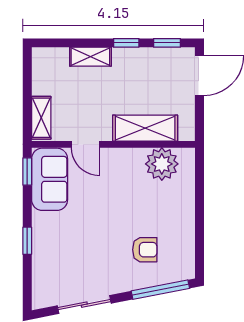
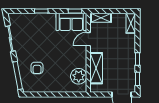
shelving: (90, 57) -> (131, 23), moved

